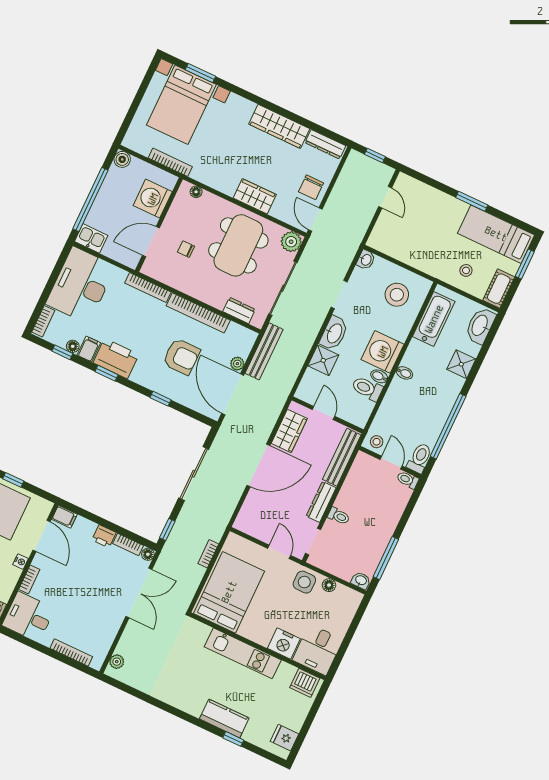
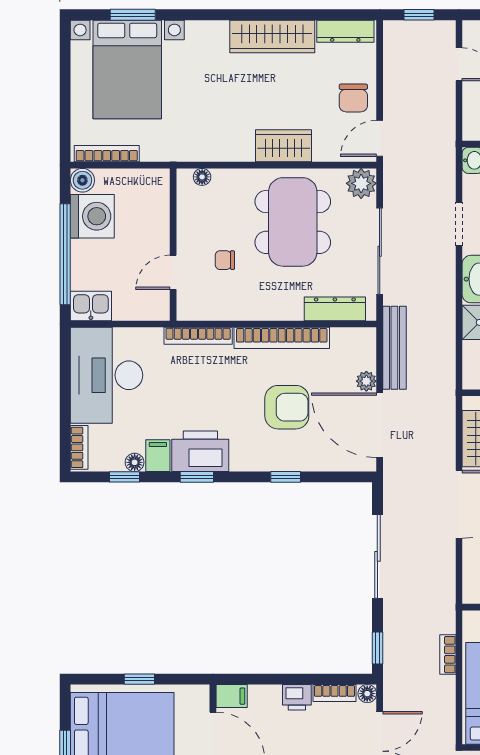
bookcase: (170, 162) -> (107, 154), moved
washing machine: (153, 199) -> (92, 216), moved, turned 180
door: (315, 220) -> (380, 138), hinge flipped
door: (151, 242) -> (173, 272), width x0.73
dresser: (239, 310) -> (335, 309), width x1.44

